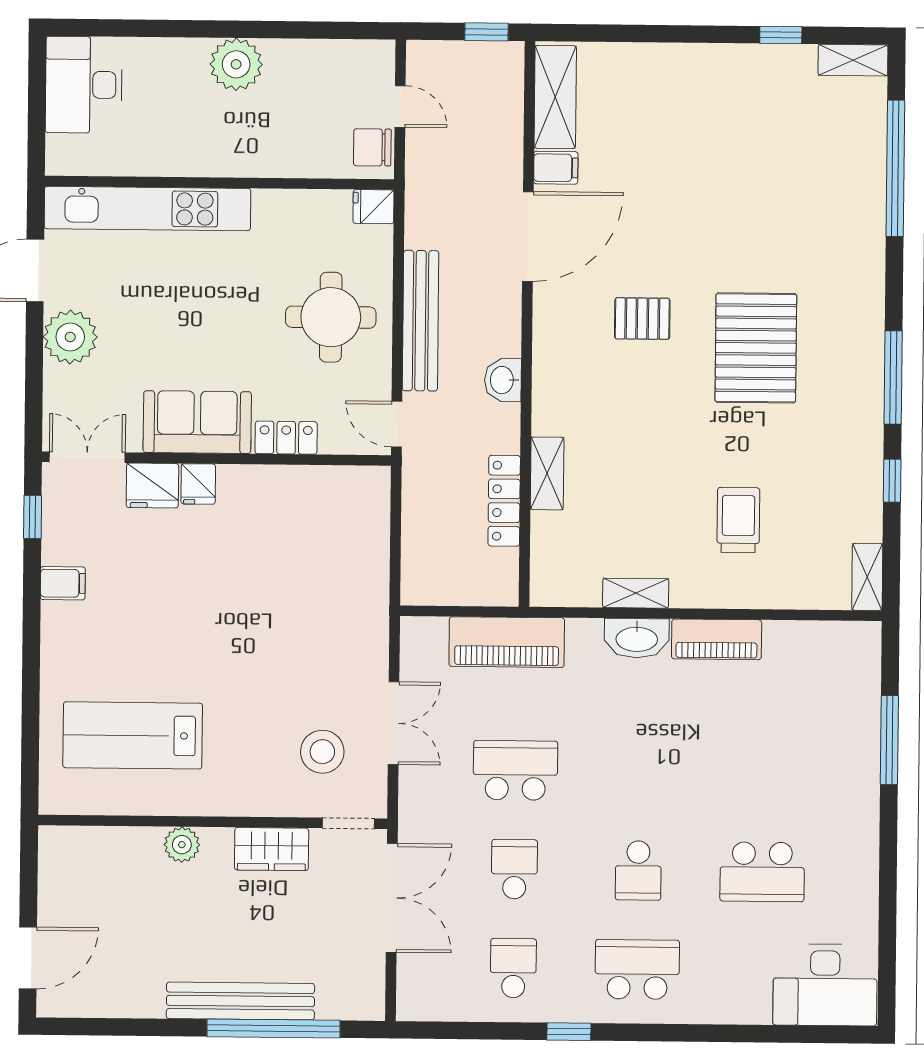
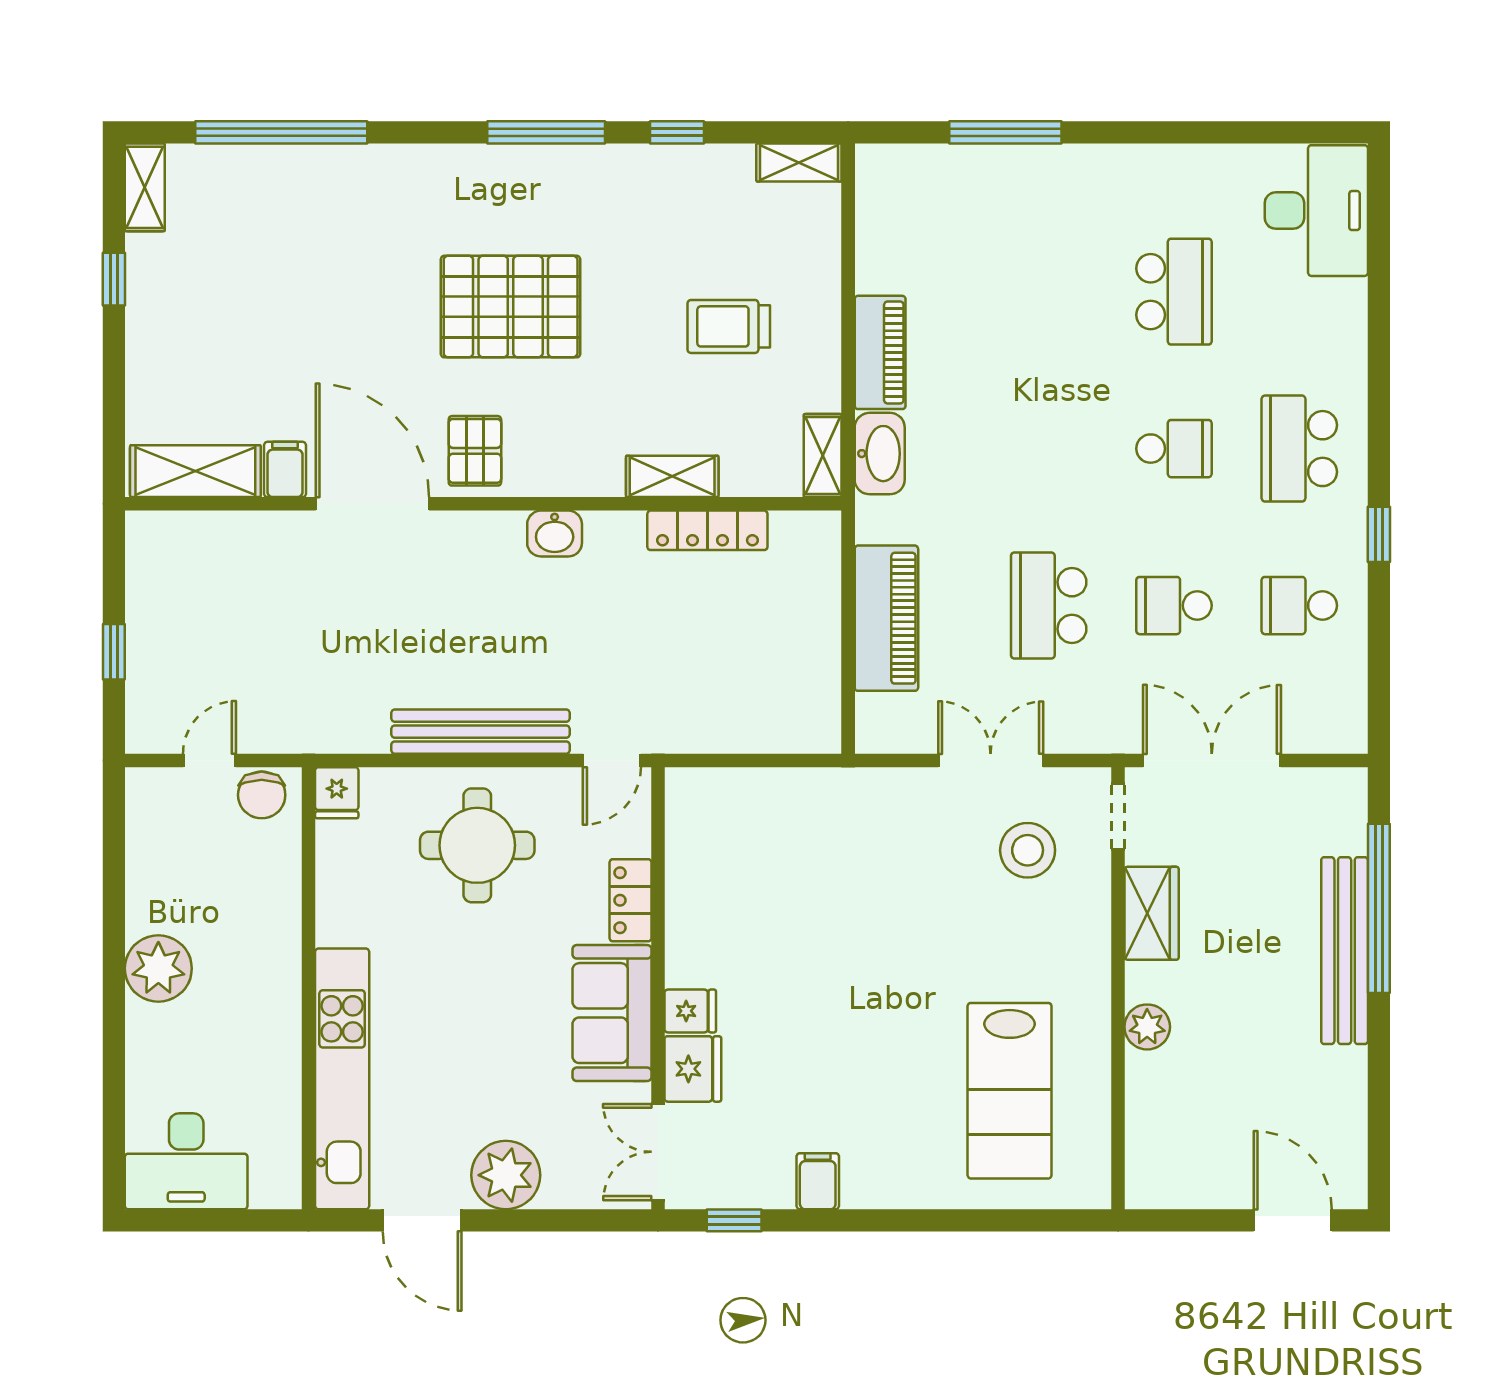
shelving: (555, 97) -> (195, 471), moved
filing cabinet: (556, 168) -> (285, 469), moved
door: (528, 236) -> (372, 504), moved
wall: (527, 324) -> (483, 504), moved
washbasin: (503, 380) -> (555, 534), moved
shelving: (547, 473) -> (672, 476), moved
locker: (504, 501) -> (707, 530), moved

